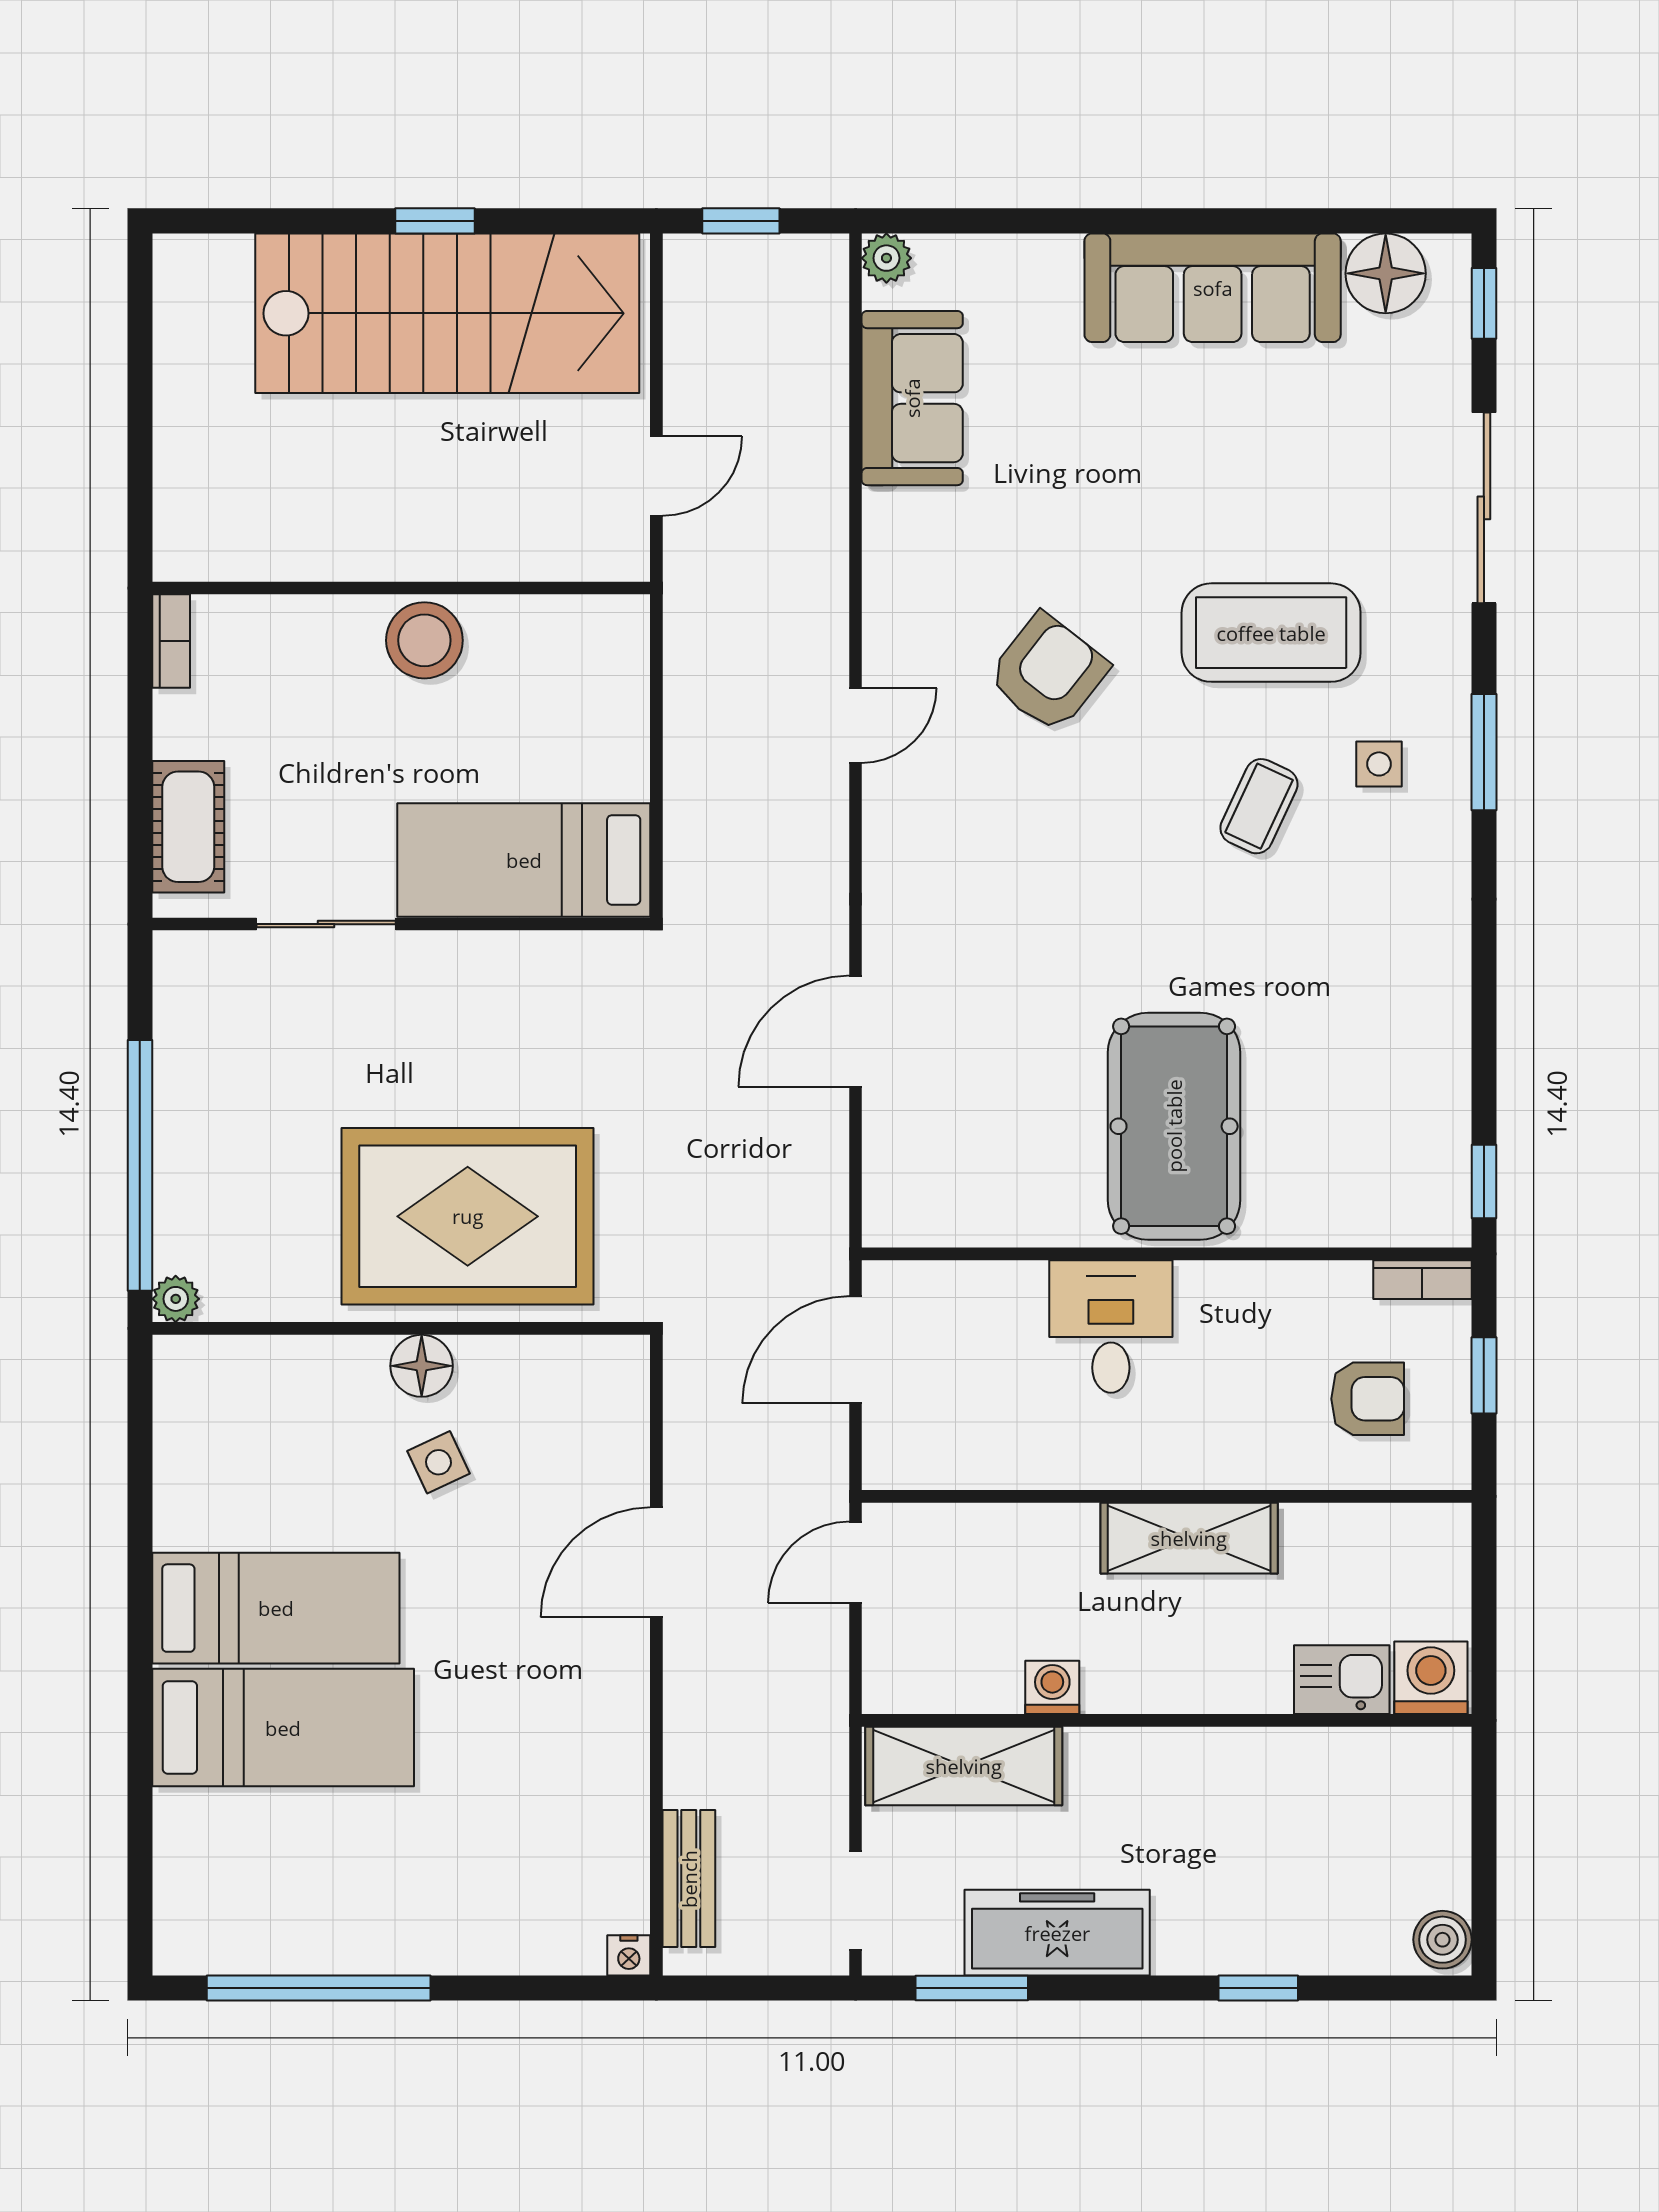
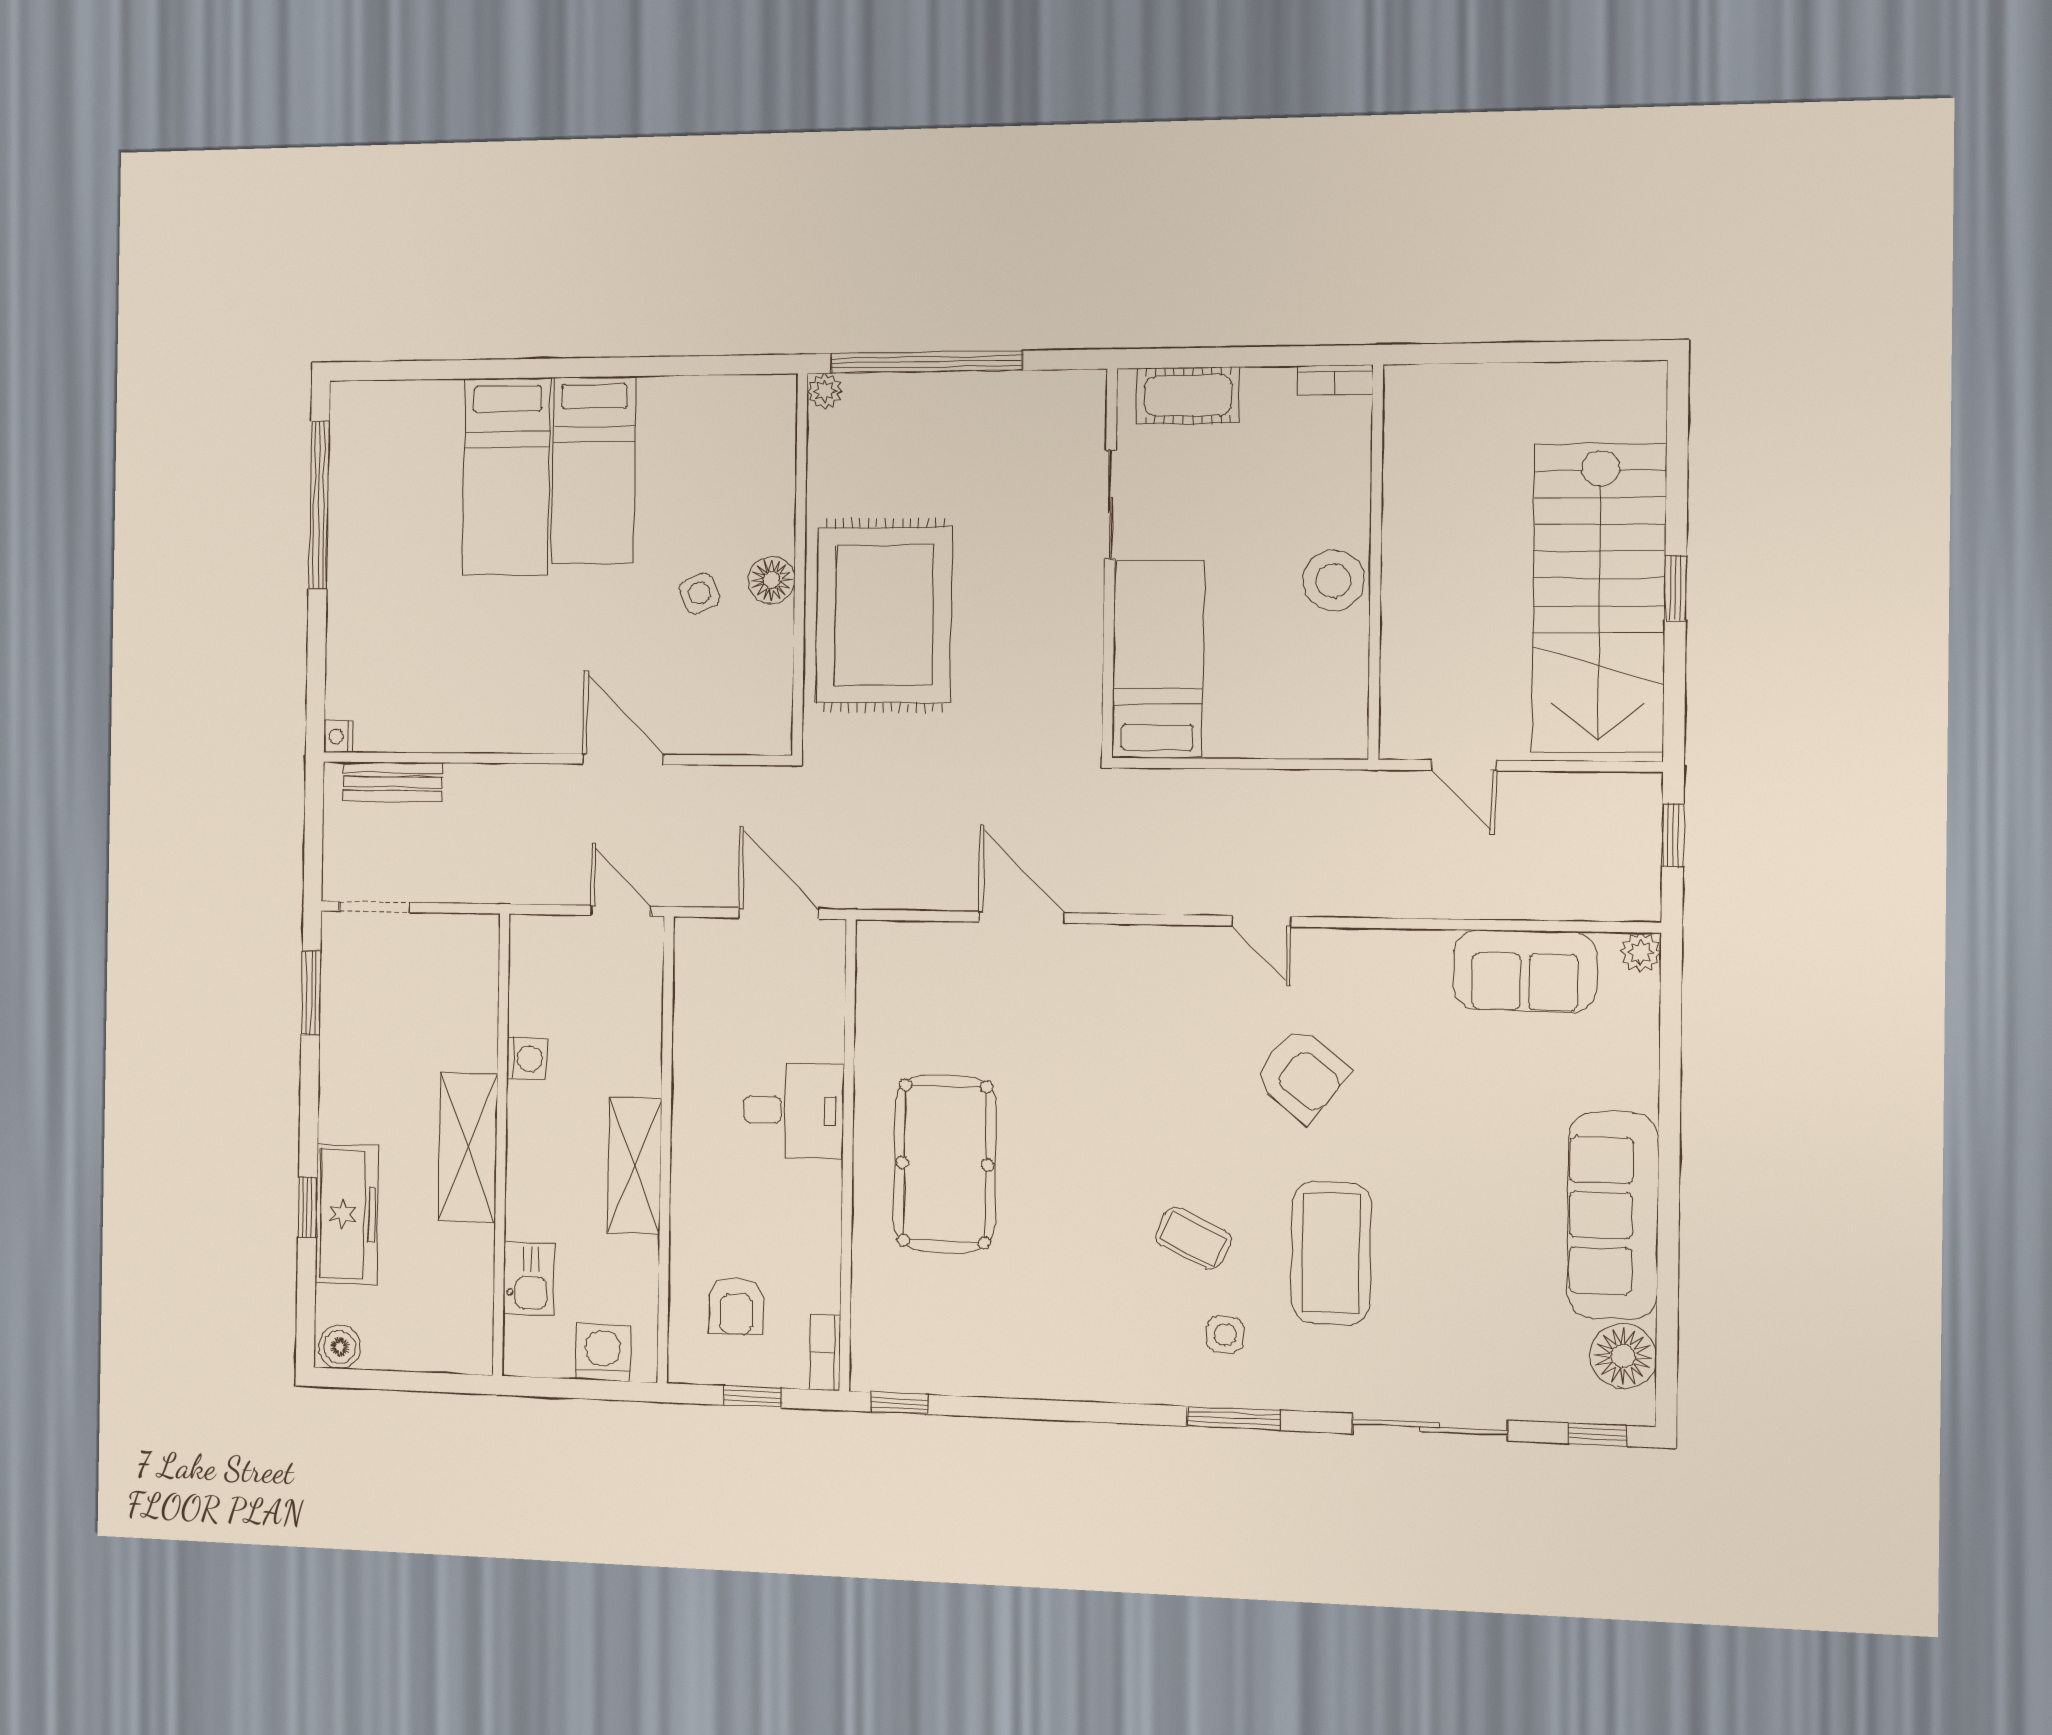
pool table: (1174, 1126) -> (945, 1164), turned 90
washing machine: (1431, 1678) -> (603, 1353), moved, turned -90
shelving: (964, 1766) -> (468, 1147), moved
freezer: (1057, 1933) -> (347, 1214), moved

